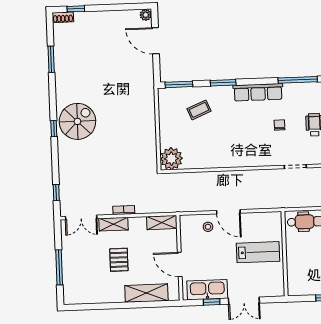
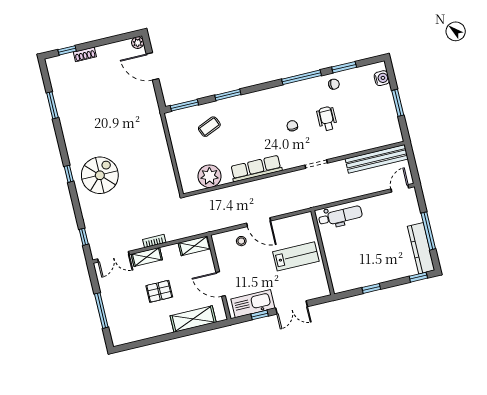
shoe rack: (63, 17) -> (85, 54), moved
row of seats: (258, 92) -> (256, 169), moved, turned 180
spiral stairs: (77, 121) -> (100, 175), moved
plant: (171, 159) -> (210, 176), moved
pallet: (119, 260) -> (159, 291), turned 90

